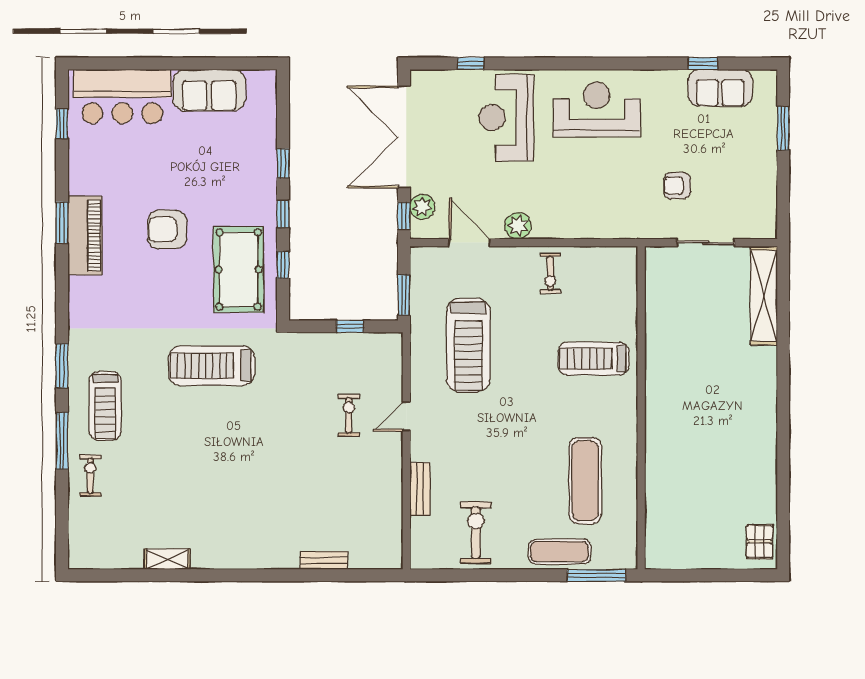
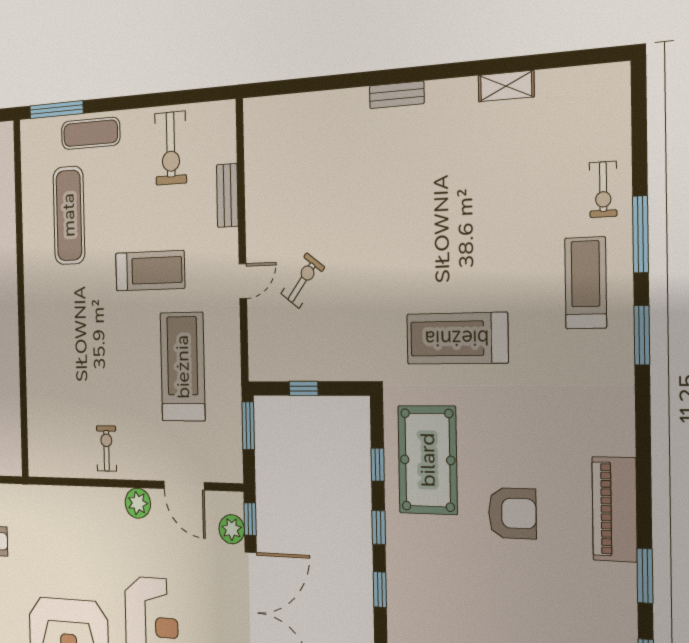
window: (62, 222) -> (645, 576), moved
treadmill: (593, 359) -> (150, 271), moved
treadmill: (211, 366) -> (457, 338), turned 180
exercise bike: (349, 415) -> (303, 281), turned -143
bench: (324, 560) -> (397, 95), moved

